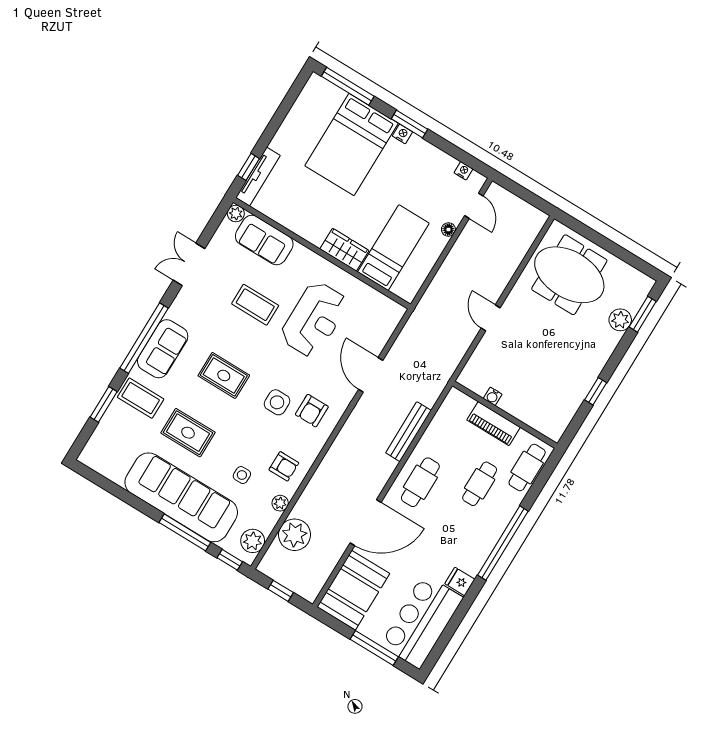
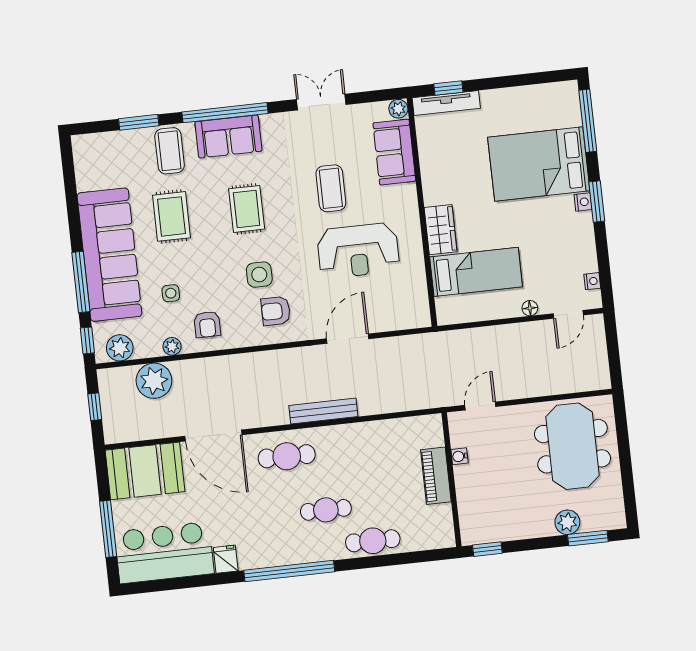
water cooler: (493, 396) -> (459, 456), moved
wall: (505, 415) -> (452, 480), moved
piano: (494, 424) -> (436, 476), moved

